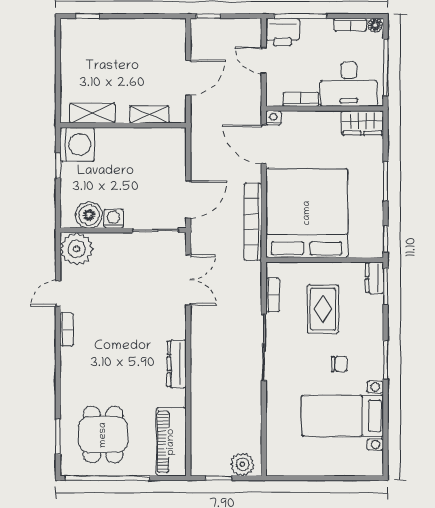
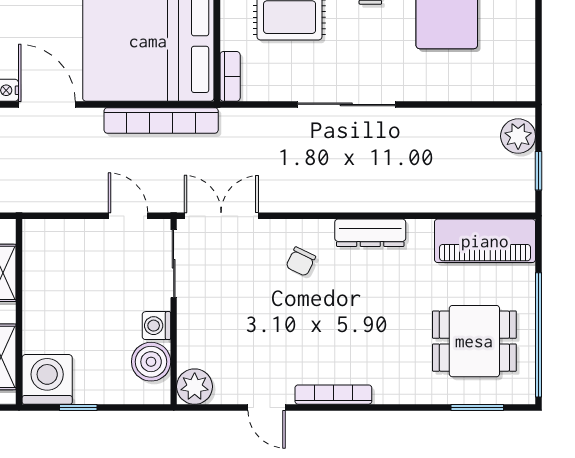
door: (264, 144) -> (47, 104), swing flipped
door: (188, 199) -> (128, 216), width x0.73
plant: (77, 249) -> (195, 387), width x0.73, depth x0.73
double door: (188, 280) -> (221, 216), moved
bookcase: (273, 295) -> (230, 76), moved, turned 90
chair: (157, 317) -> (301, 262), added
bookcase: (67, 329) -> (333, 395), width x1.56

